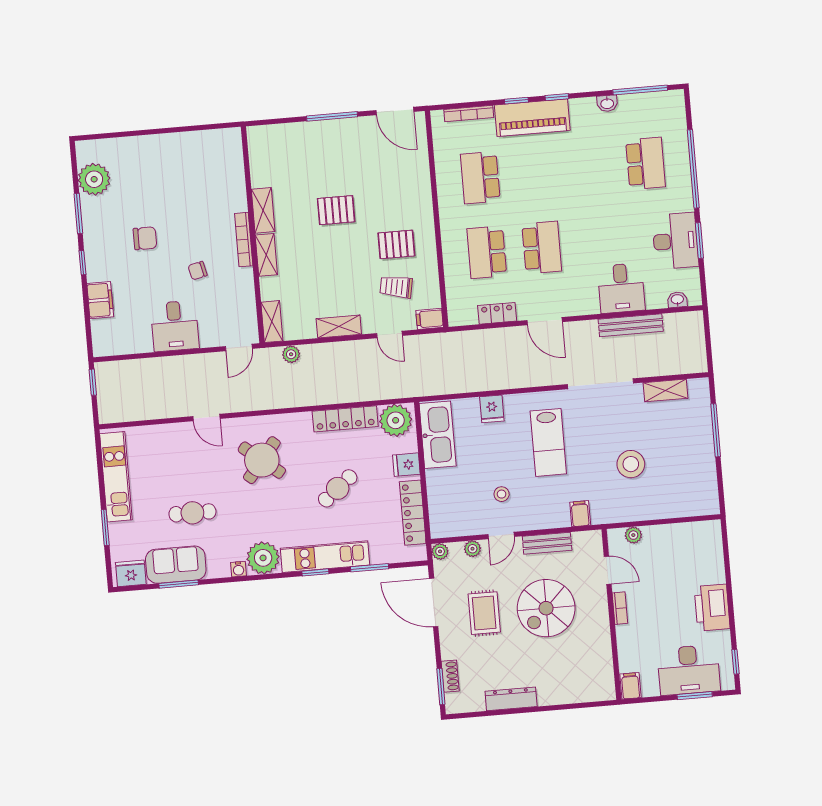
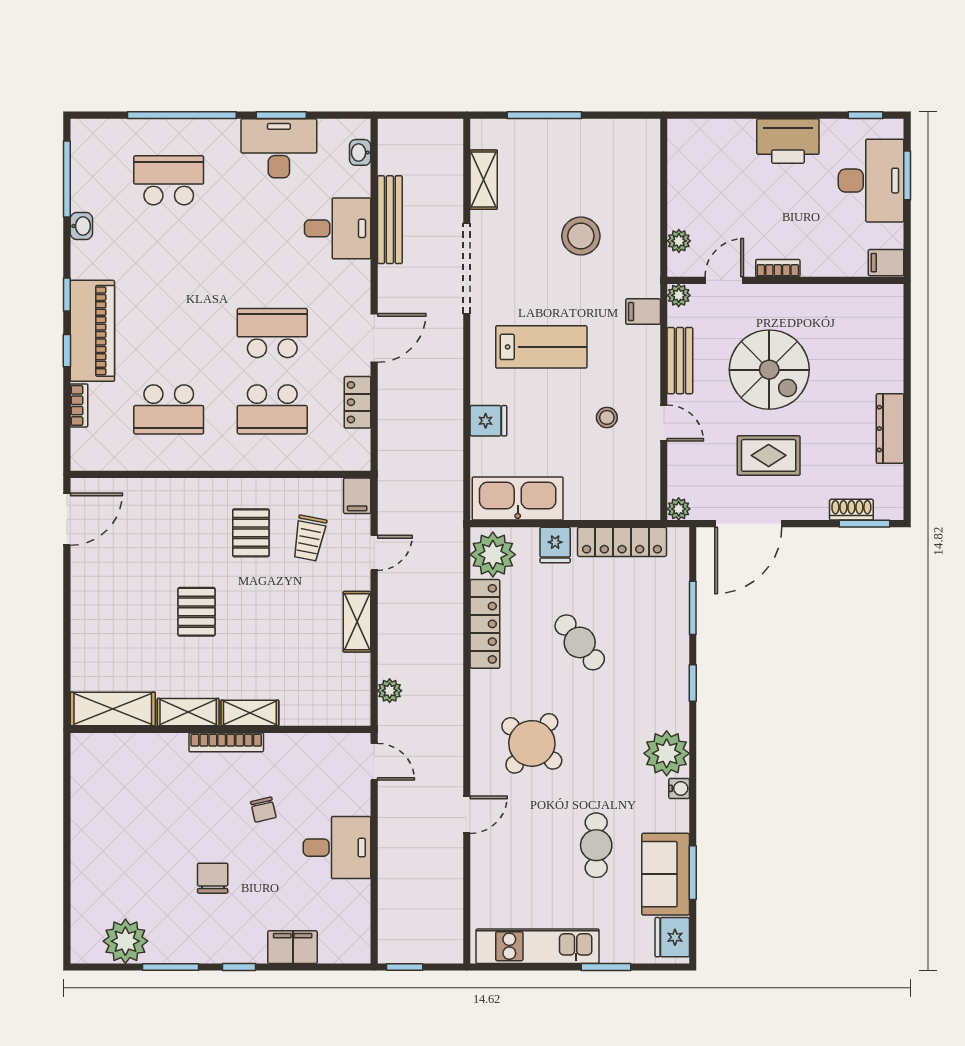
bookcase: (469, 113) -> (79, 405), width x0.64
window: (332, 116) -> (67, 606), removed
shelving: (272, 322) -> (113, 709), moved, width x1.50, depth x1.33
plant: (472, 549) -> (679, 295), moved
kitchen unit: (325, 557) -> (672, 668), removed

